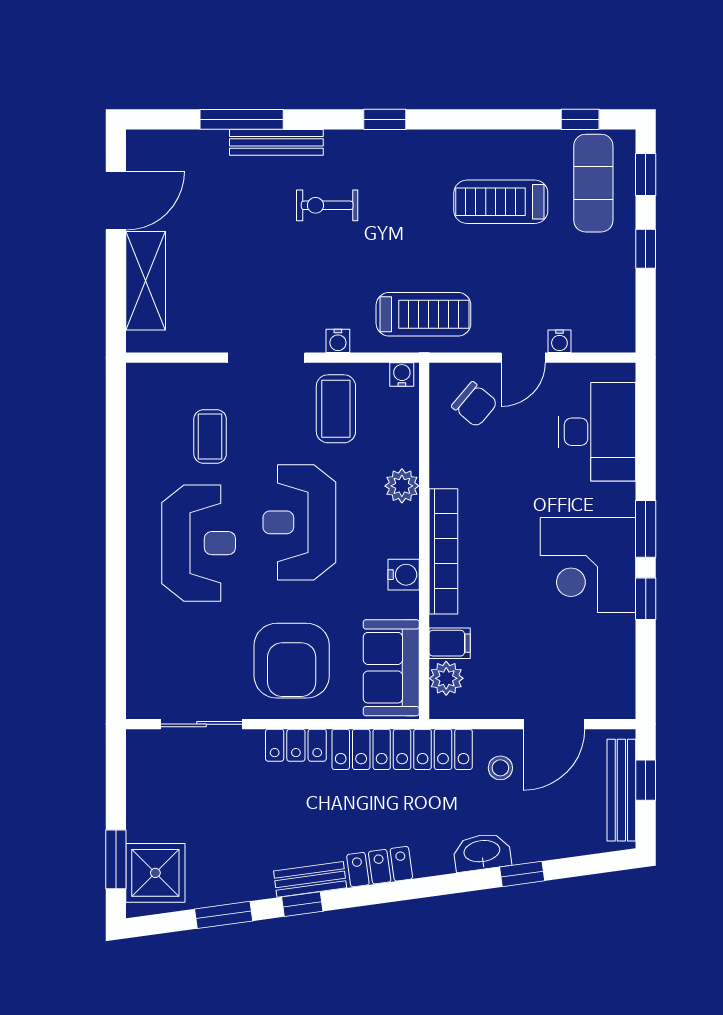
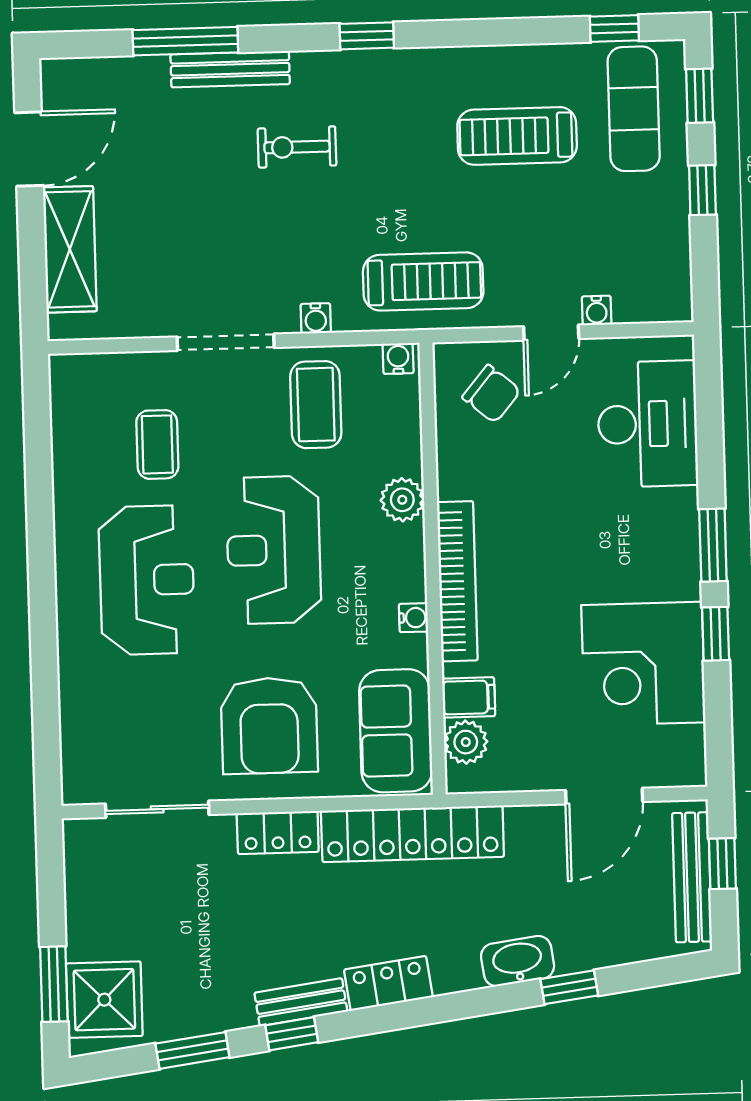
corner desk: (588, 565) -> (643, 664), moved
water cooler: (404, 575) -> (413, 618), width x0.72, depth x0.72
stool: (500, 768) -> (538, 854), removed

